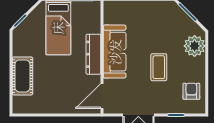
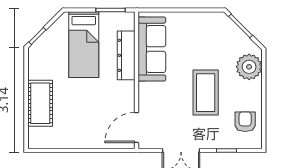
sofa: (115, 52) -> (152, 49), moved
dresser: (93, 54) -> (126, 55), moved
coffee table: (159, 67) -> (206, 93), width x1.36, depth x1.32

